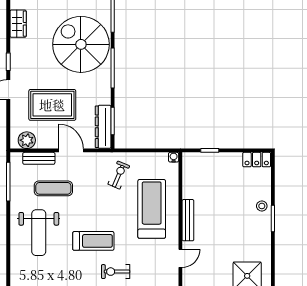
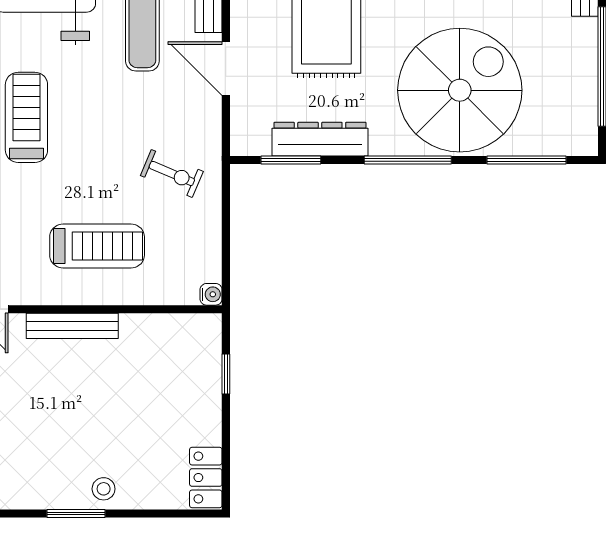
dresser: (103, 127) -> (320, 139), moved
door: (71, 150) -> (226, 69), swing flipped
treadmill: (152, 209) -> (97, 246), width x0.73, depth x0.73
treadmill: (93, 241) -> (26, 117), turned 180

